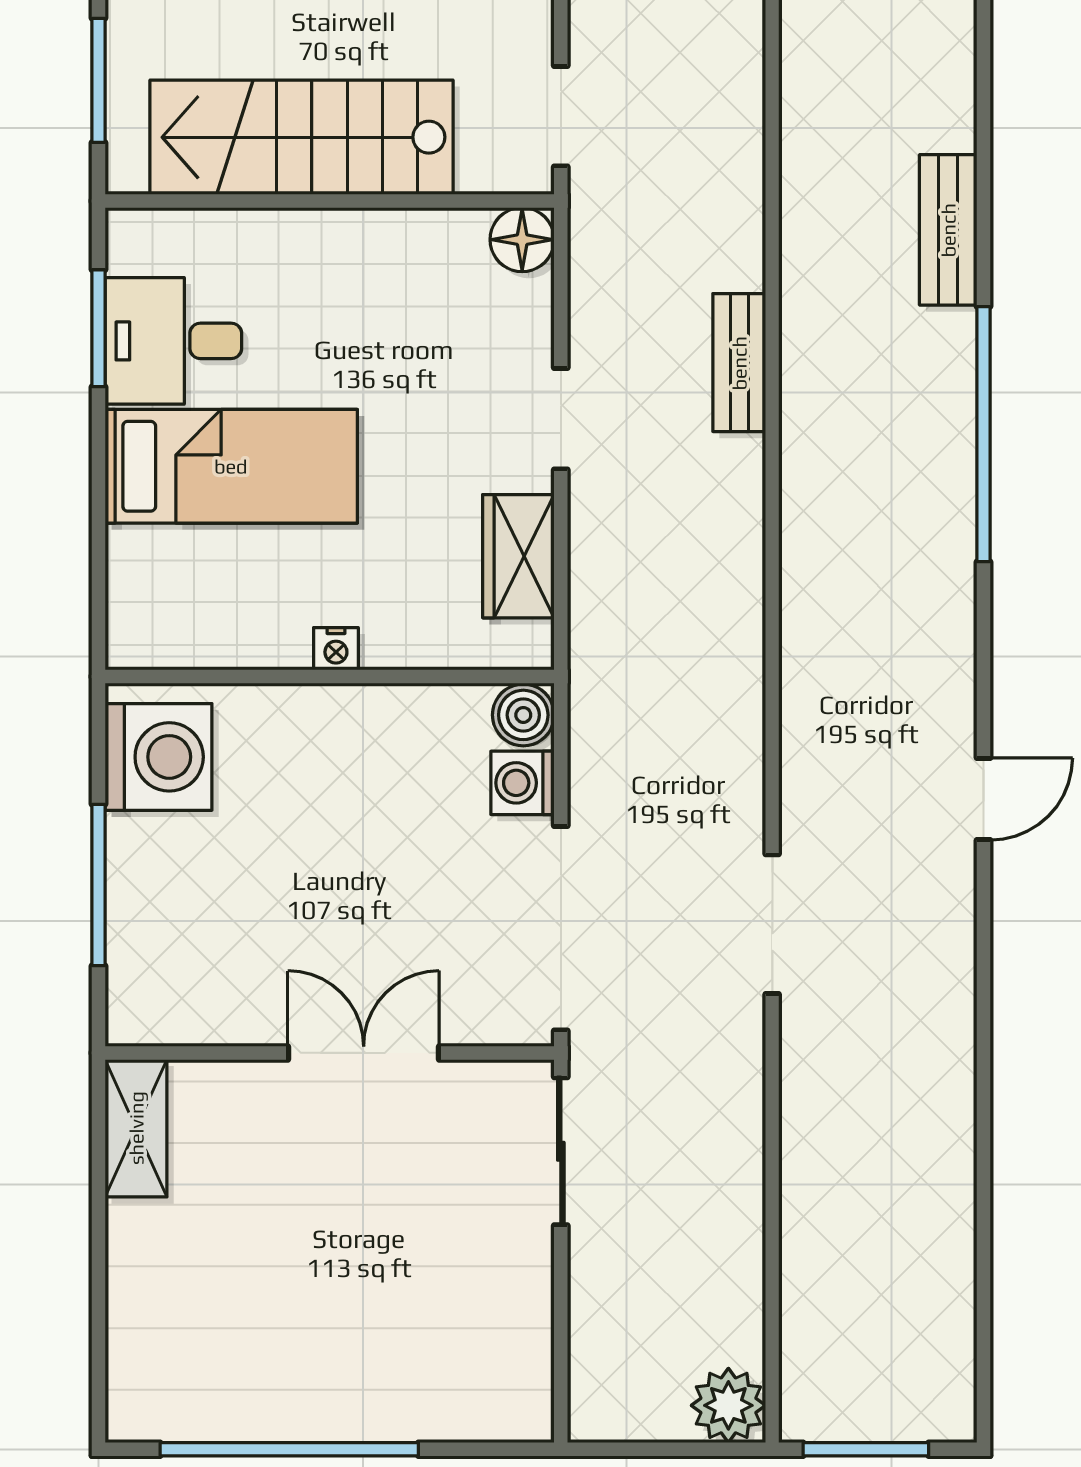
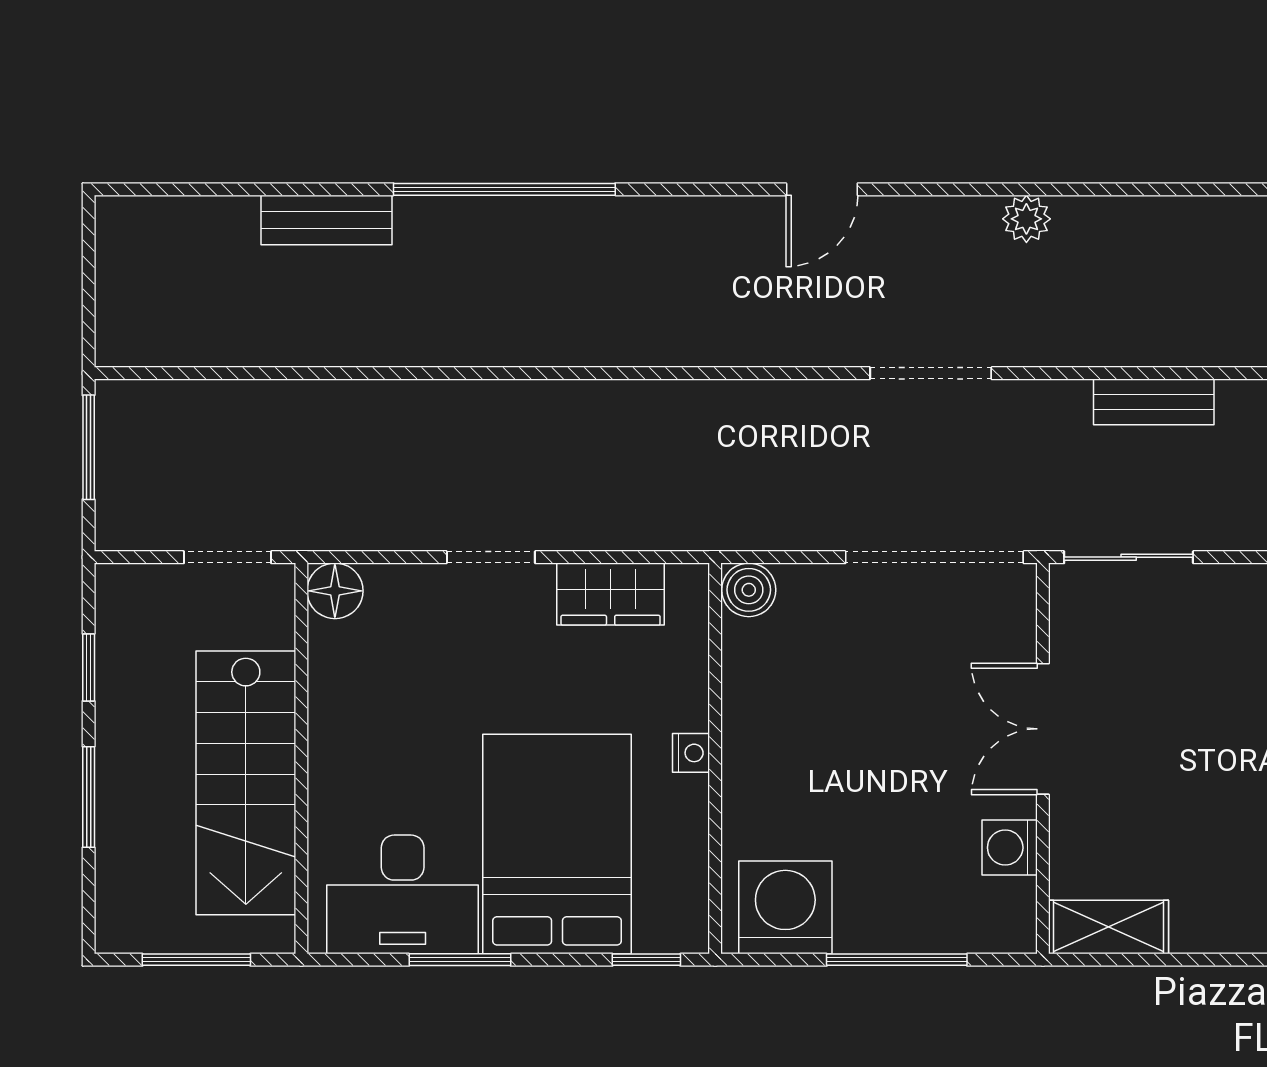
window: (99, 328) -> (460, 960), moved
desk: (173, 341) -> (403, 894), width x1.37
bench: (739, 363) -> (1154, 402), moved
bed: (231, 466) -> (557, 844), width x1.50
window: (99, 597) -> (646, 960), added
washing machine: (523, 783) -> (1010, 848), moved, turned 90
door: (983, 799) -> (822, 189), swing flipped
plant: (950, 1034) -> (1026, 219), added

